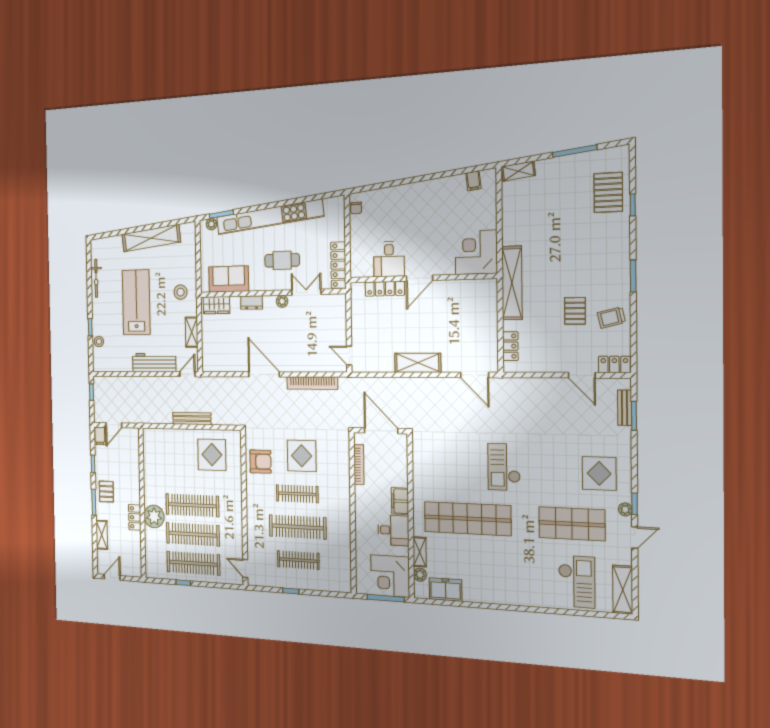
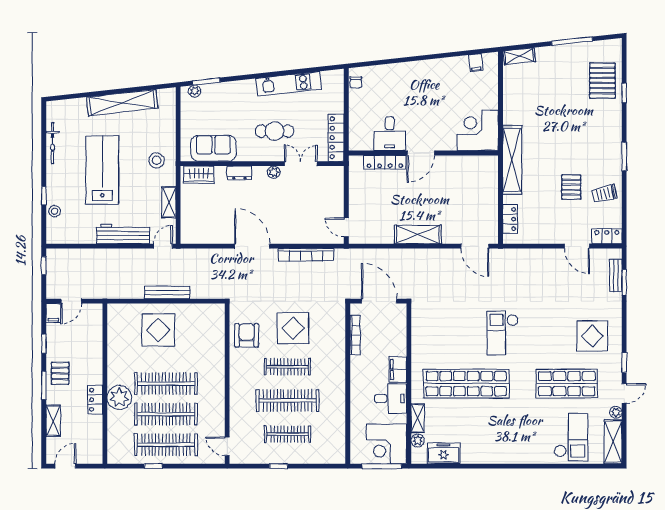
kitchen unit: (270, 217) -> (289, 84), width x0.54
display table: (212, 455) -> (158, 330), moved
armchair: (260, 462) -> (247, 335), turned -90
plant: (625, 509) -> (616, 412), moved

